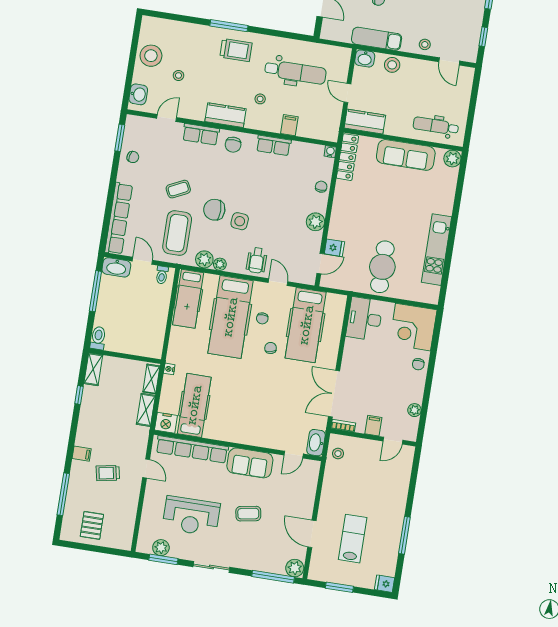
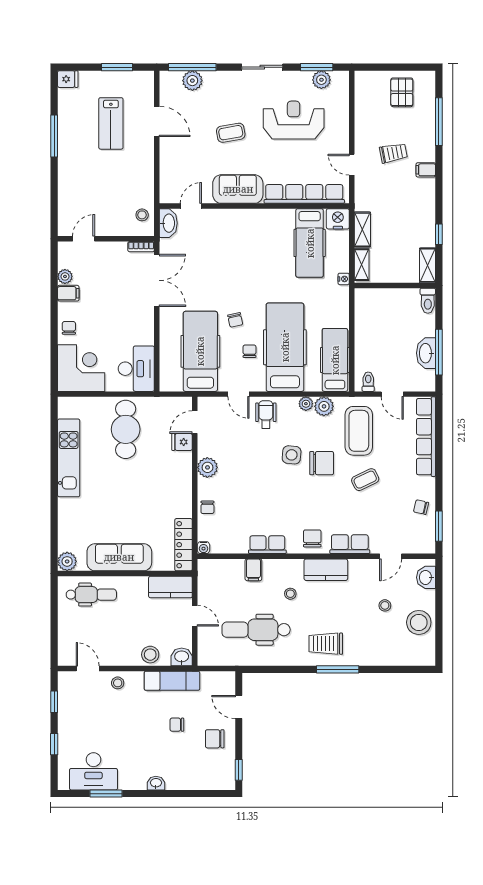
washbasin: (116, 267) -> (426, 353), moved, turned -90
filing cabinet: (373, 426) -> (68, 293), moved, turned -90
plant: (295, 568) -> (192, 81), moved

